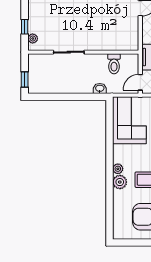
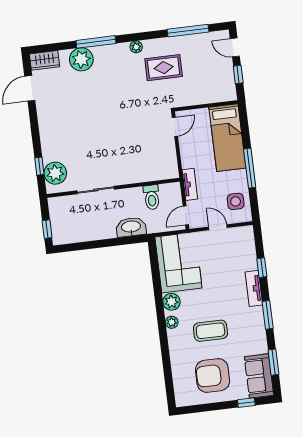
plant: (33, 38) -> (55, 173), width x1.88, depth x1.88
washbasin: (100, 89) -> (131, 227), width x1.91, depth x1.45
plant: (120, 182) -> (171, 302), moved

